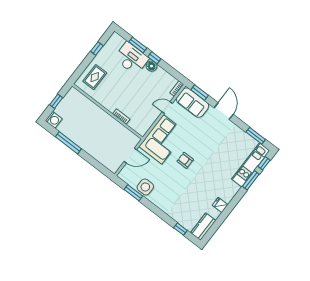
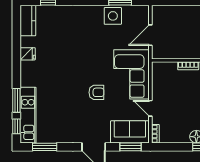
door: (167, 108) -> (150, 108), swing flipped
armchair: (185, 160) -> (96, 92), moved

